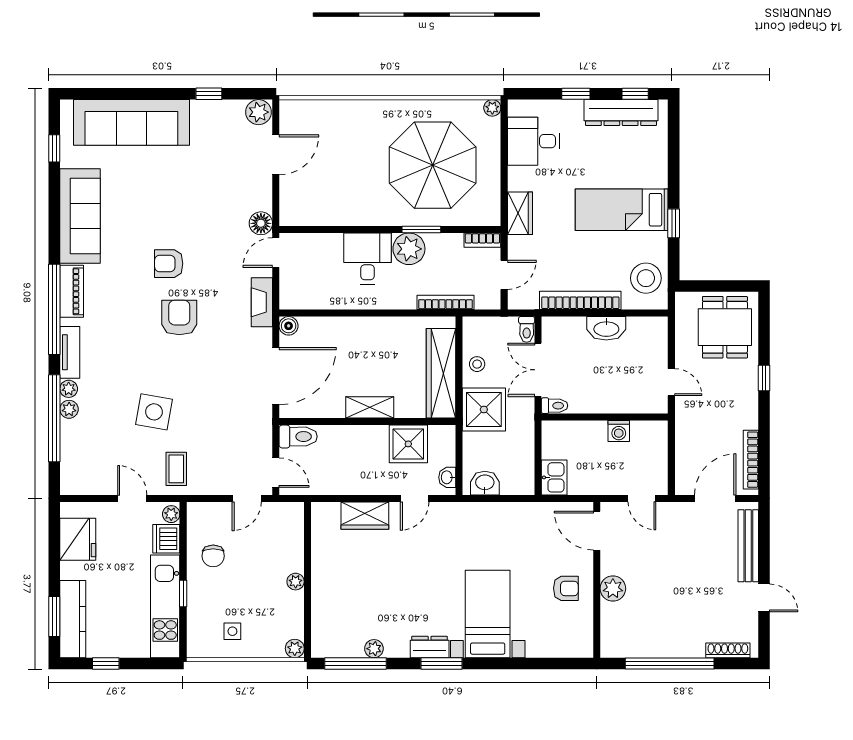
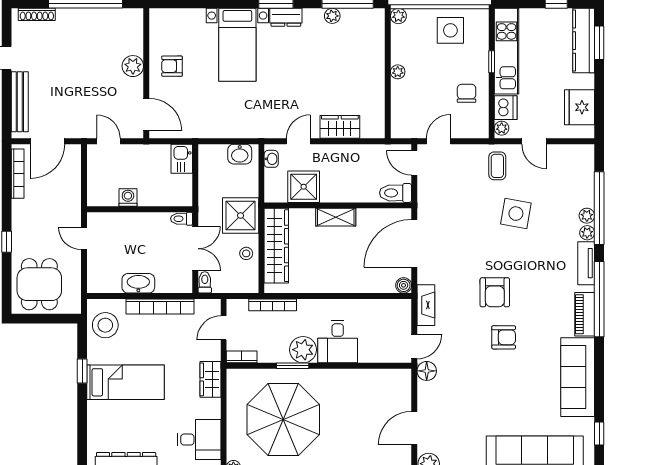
side table: (232, 631) -> (450, 30), width x1.87, depth x1.87

